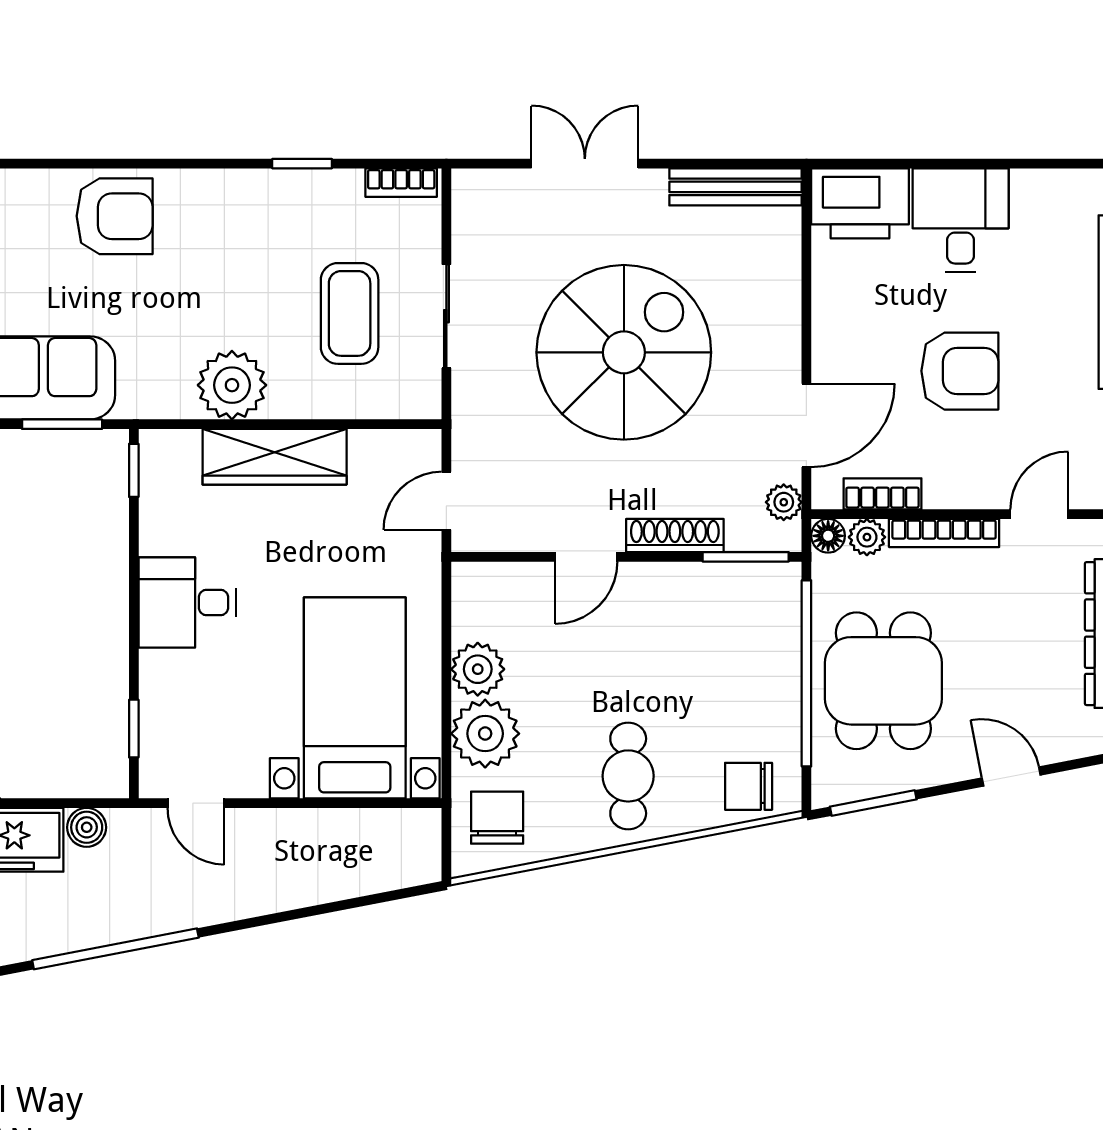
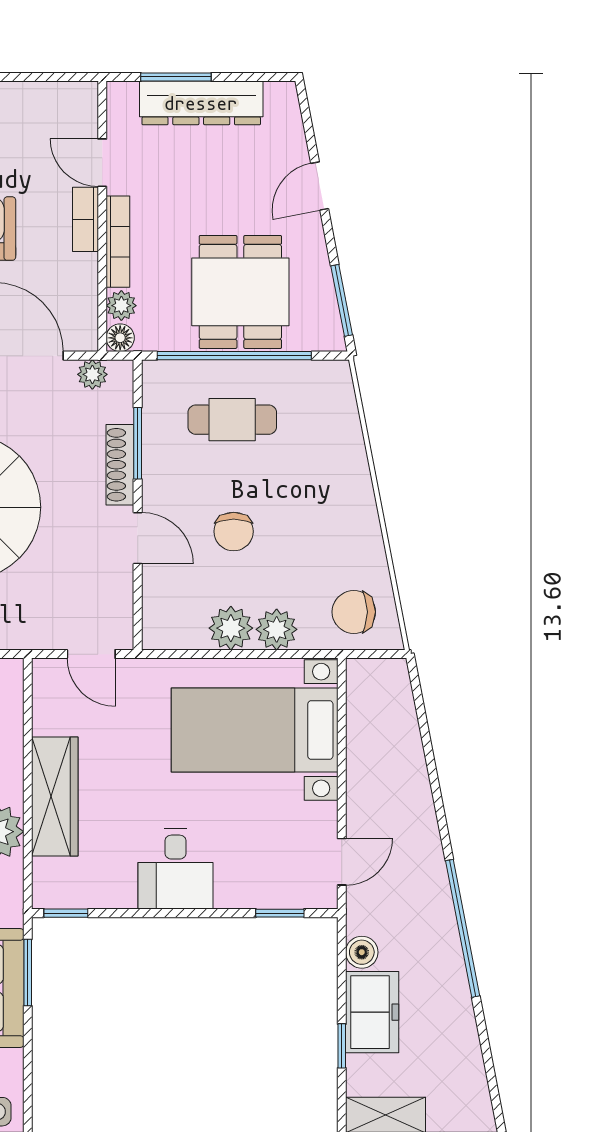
bookcase: (882, 494) -> (85, 219), moved
window: (746, 557) -> (138, 443), moved
dining table: (883, 681) -> (240, 292), turned 90
plant: (485, 734) -> (277, 629), width x0.73, depth x0.73
cafe table: (628, 776) -> (232, 420), moved
chair: (749, 786) -> (234, 531), moved

